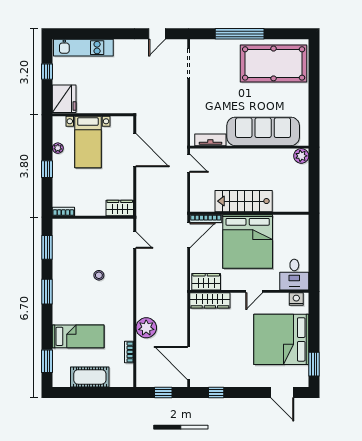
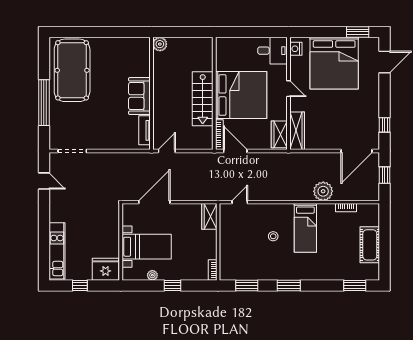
sofa: (263, 131) -> (139, 96), width x0.54, depth x0.79
bed: (78, 336) -> (305, 228), moved, turned 180

